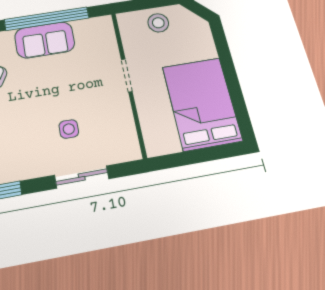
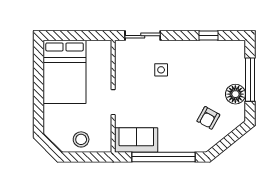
sofa: (45, 40) -> (136, 140), moved
sliding door: (82, 177) -> (143, 36), moved

